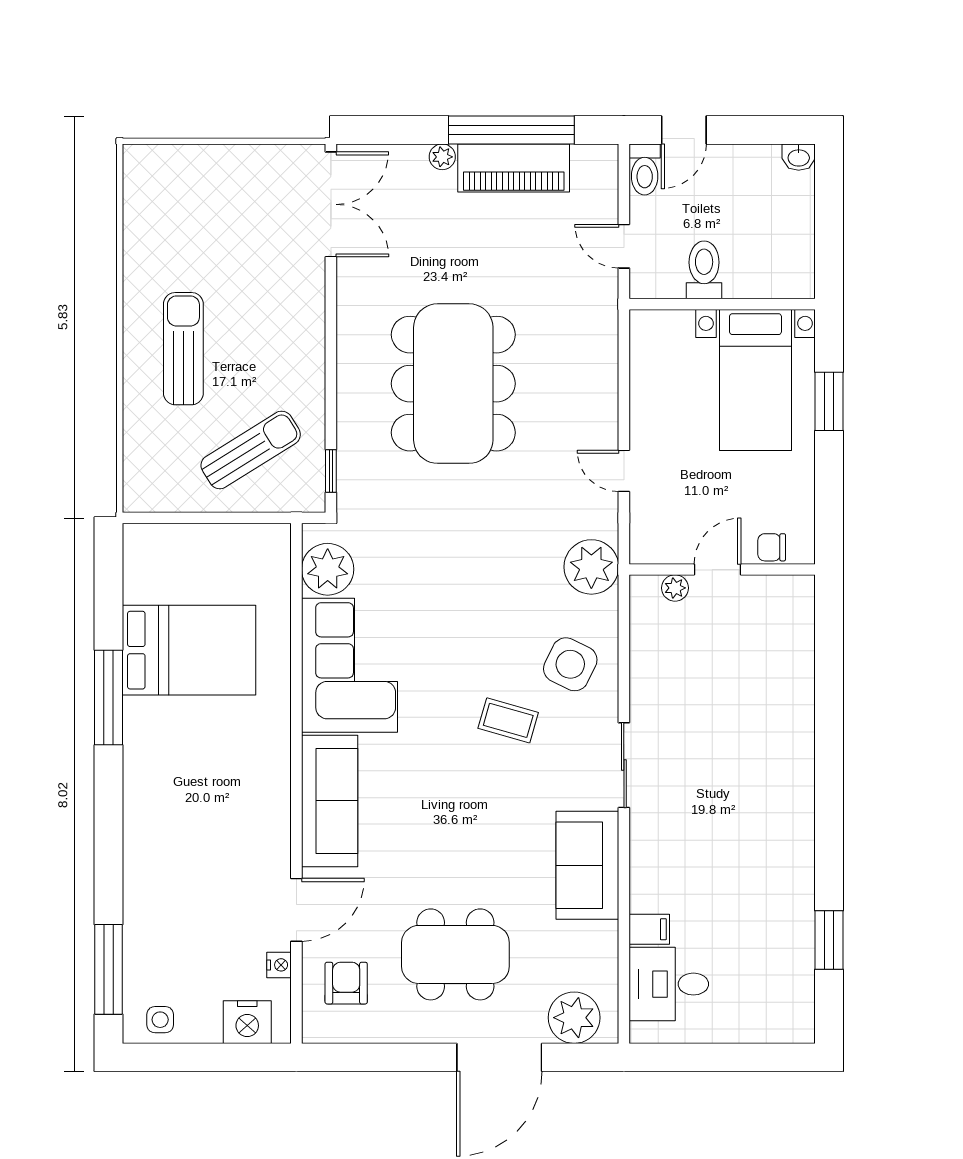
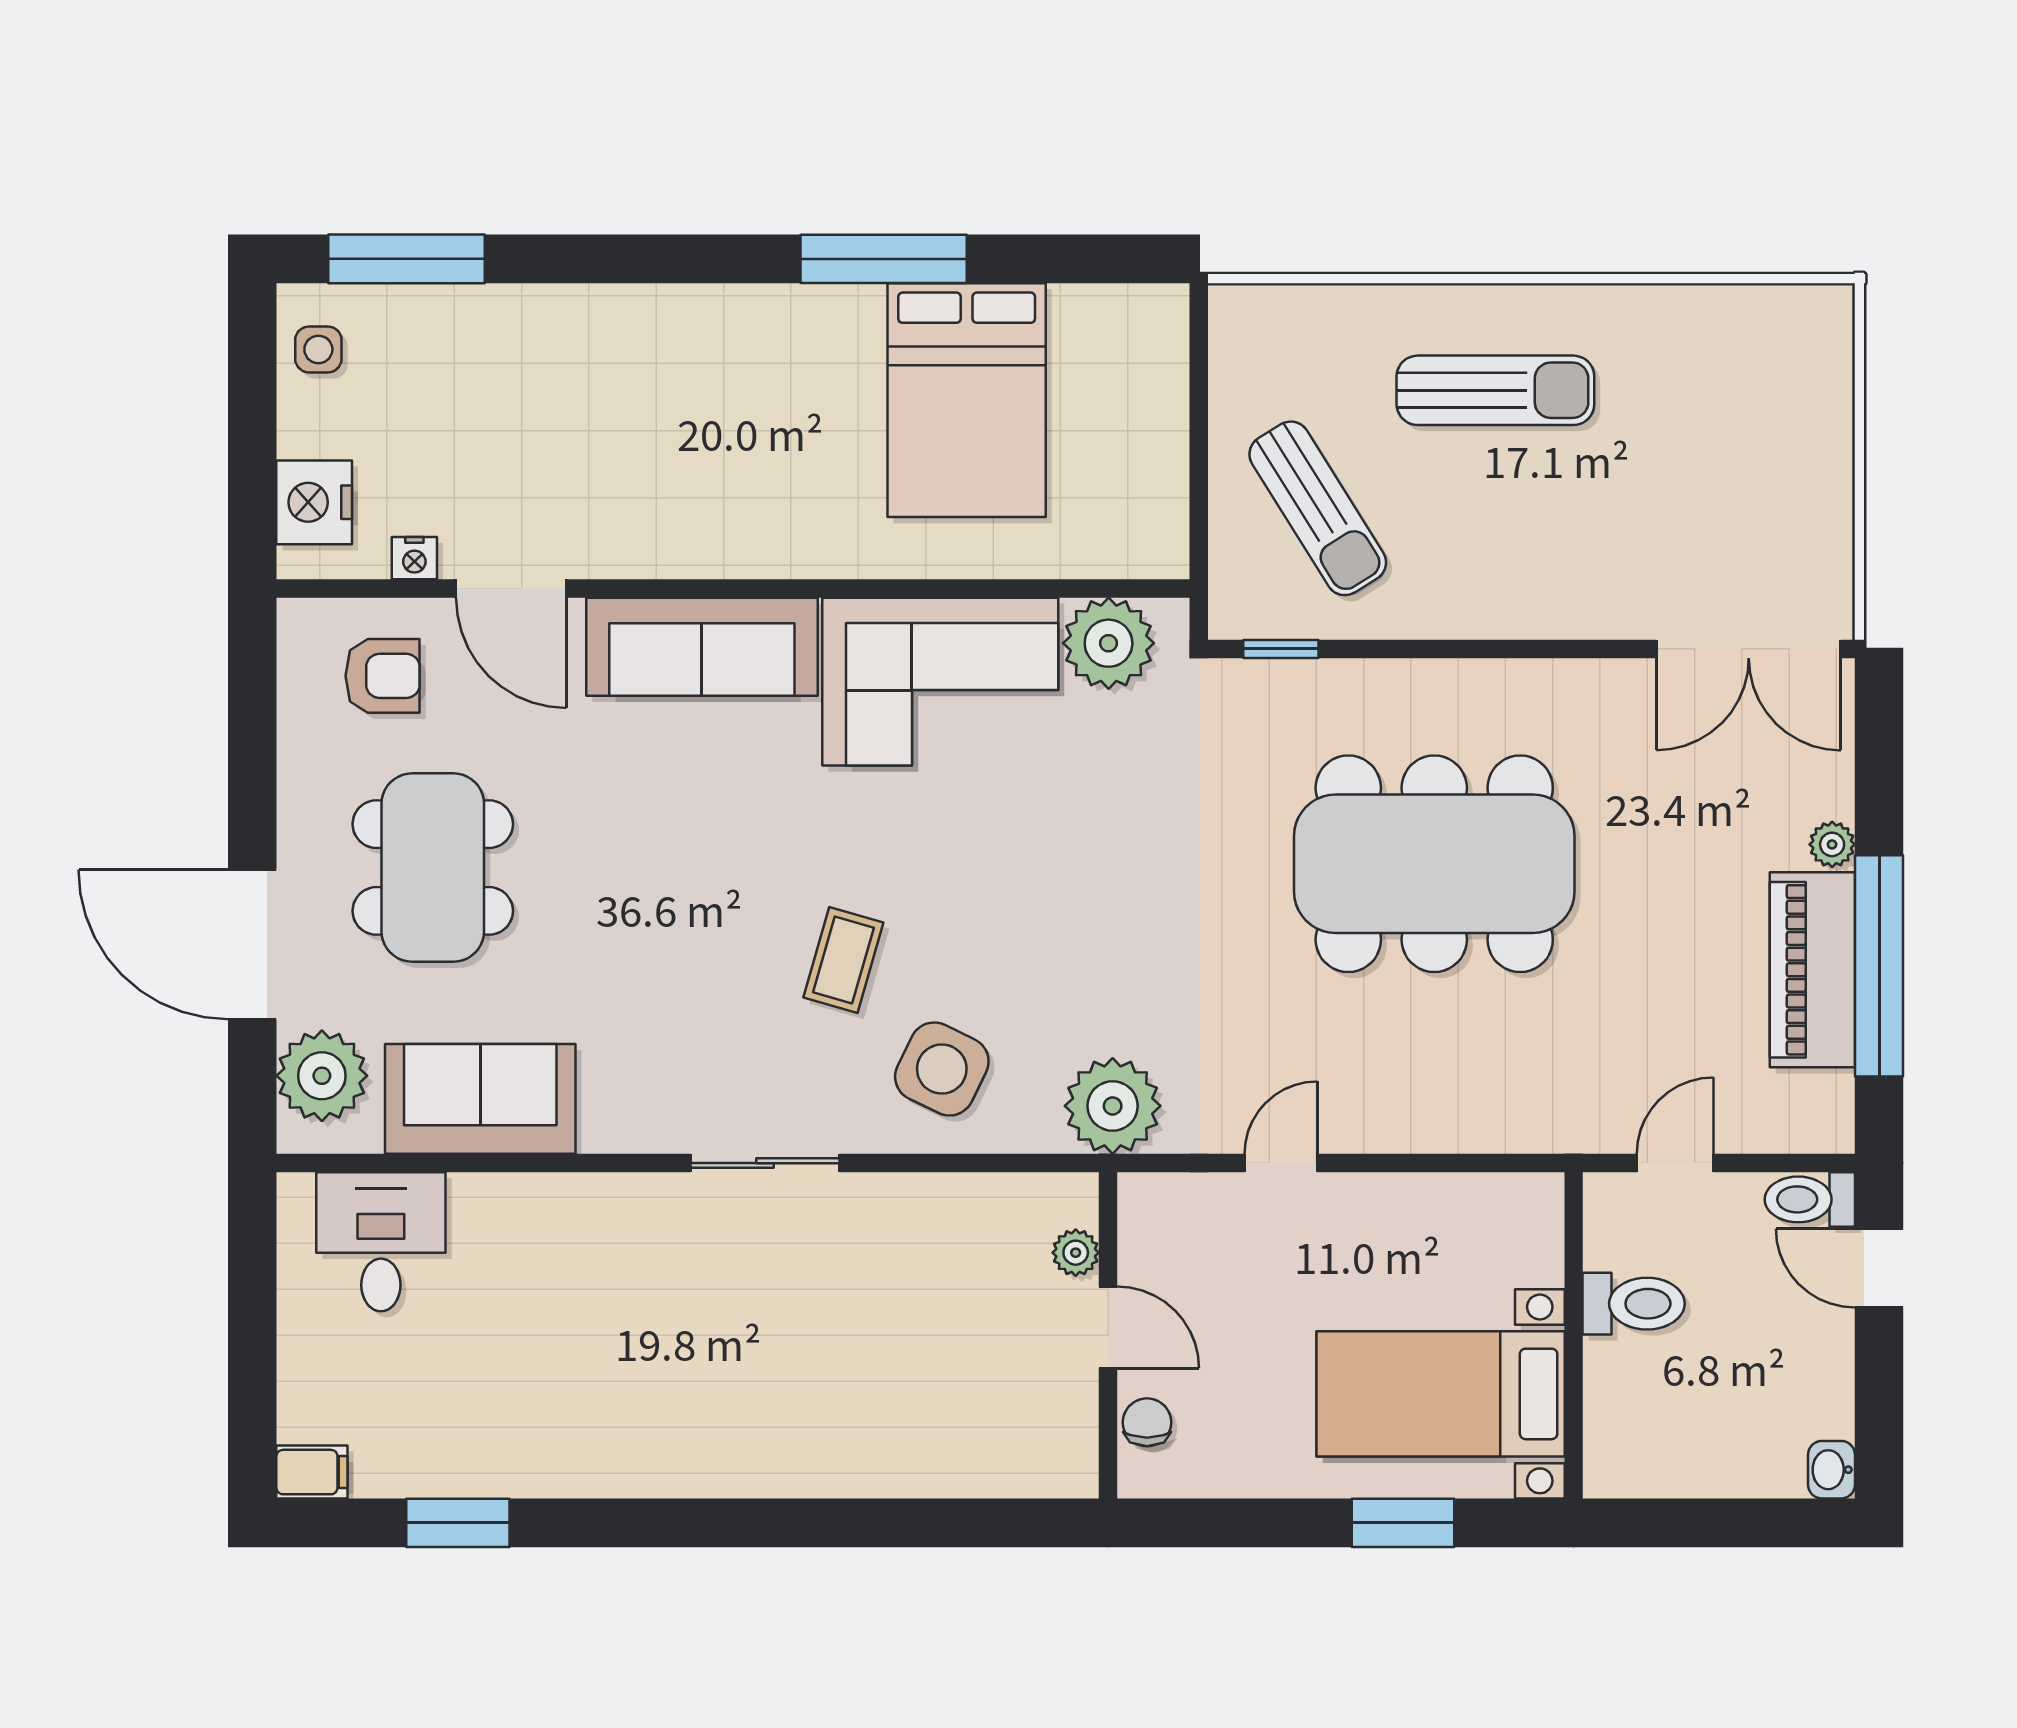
sofa: (587, 865) -> (480, 1099), moved
filing cabinet: (649, 929) -> (312, 1472), moved, turned -90

